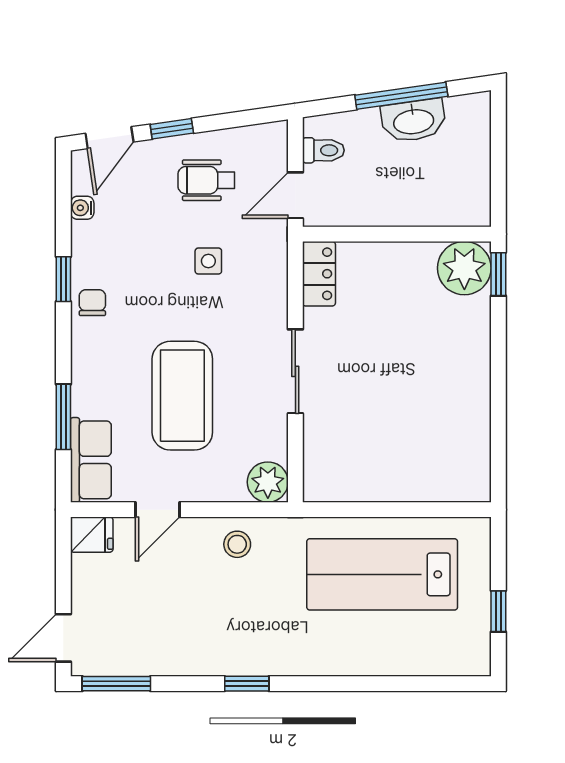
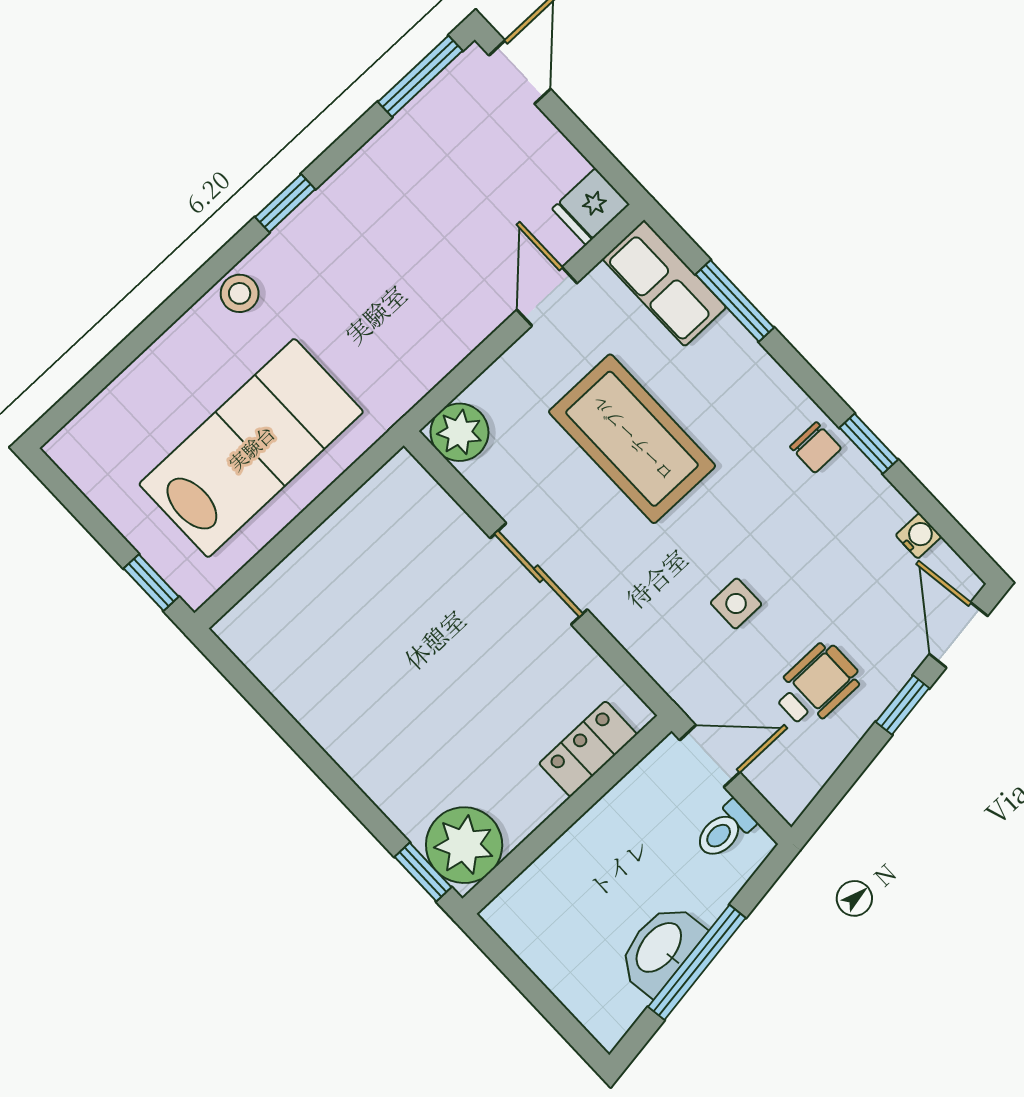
door: (295, 195) -> (710, 756), hinge flipped
locker: (319, 274) -> (588, 749), moved, turned 90
stool: (237, 544) -> (240, 293), moved
window: (498, 611) -> (151, 583), moved

